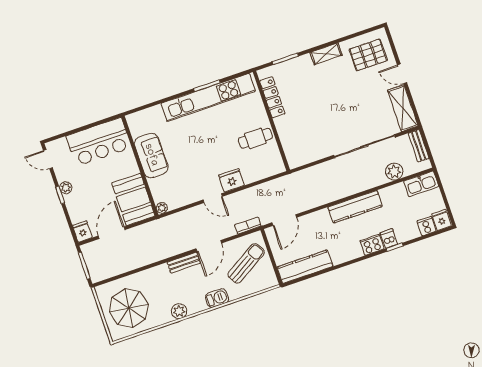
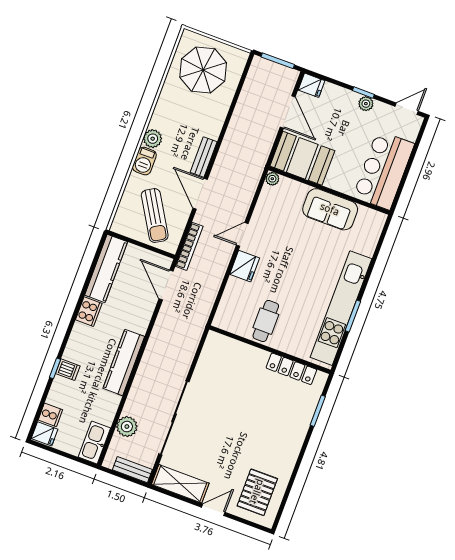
shelving: (326, 54) -> (291, 453), removed
bookcase: (248, 225) -> (189, 246), width x1.56
cooker: (372, 245) -> (89, 312), moved
plant: (179, 311) -> (153, 139), moved

